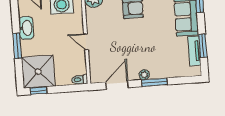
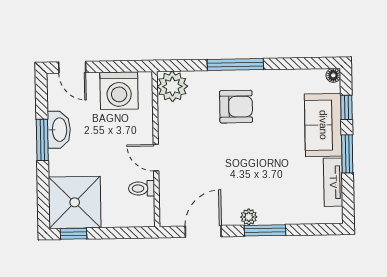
window: (17, 46) -> (42, 140), moved
window: (203, 46) -> (347, 154), moved
toilet: (80, 80) -> (142, 188), moved

